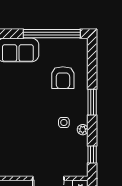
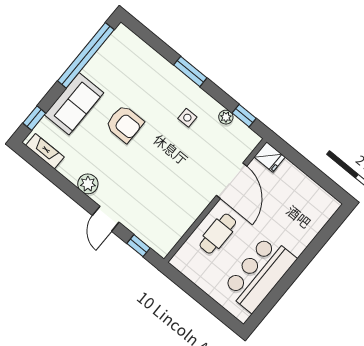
armchair: (63, 78) -> (125, 124), moved
plant: (83, 130) -> (226, 117), moved

